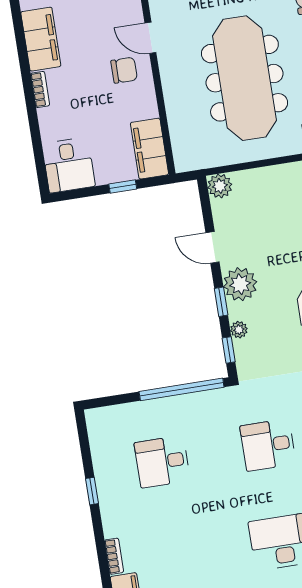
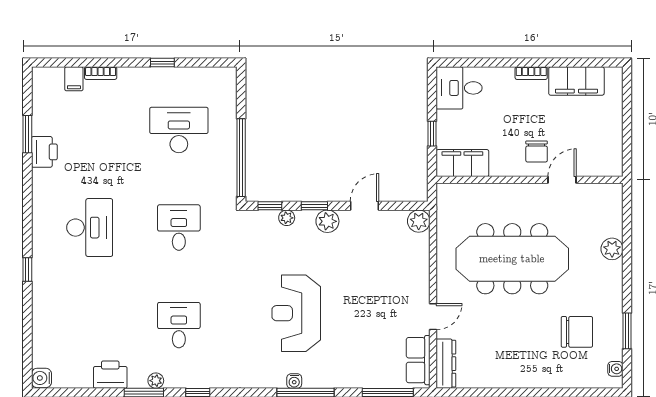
plant: (240, 284) -> (327, 221), width x0.73, depth x0.73
desk: (162, 462) -> (179, 130), width x1.37

